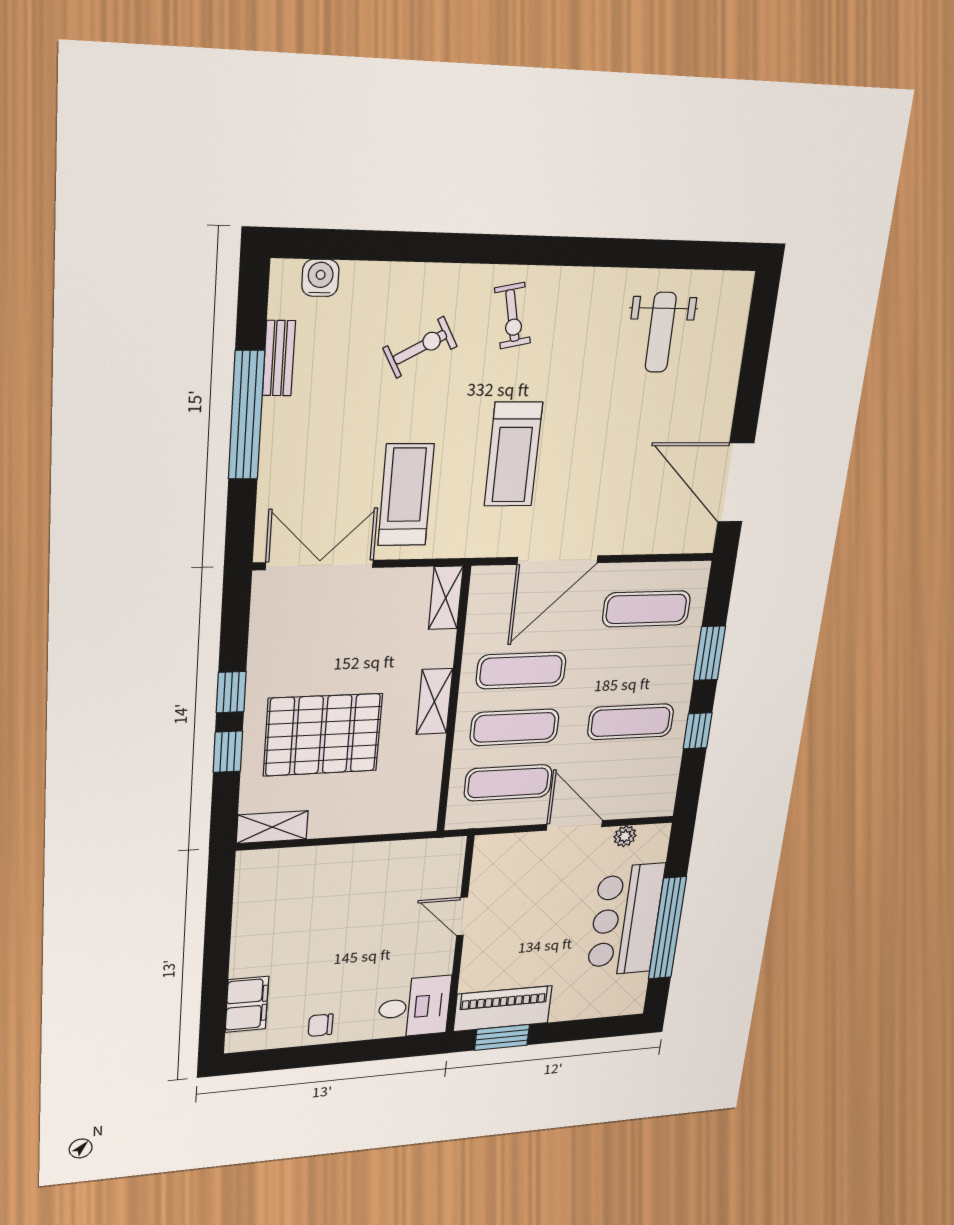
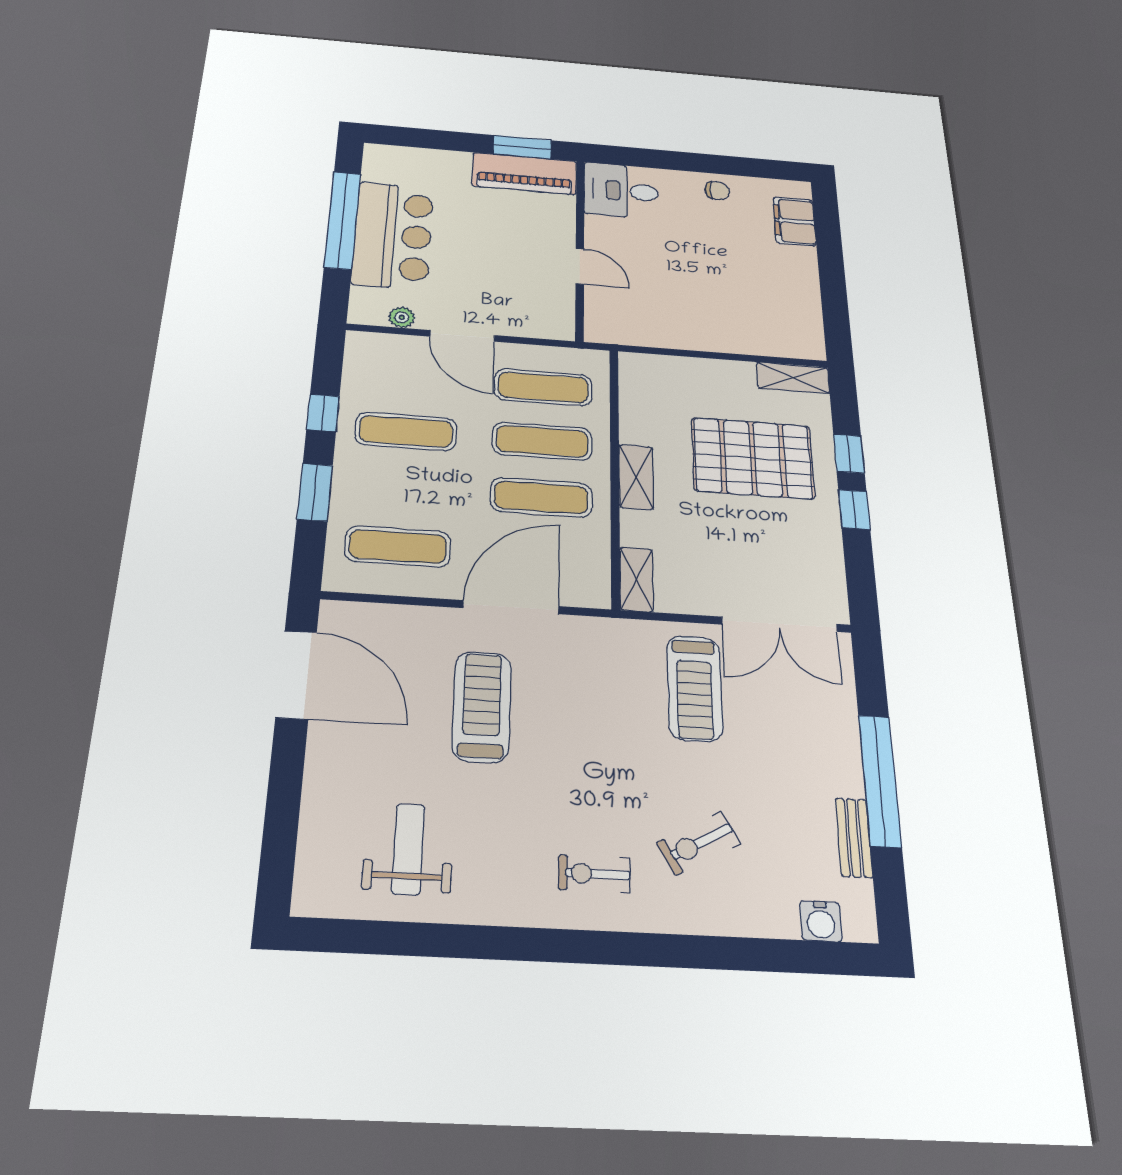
exercise bike: (512, 316) -> (594, 874), turned -78
treadmill: (513, 454) -> (482, 706), moved

